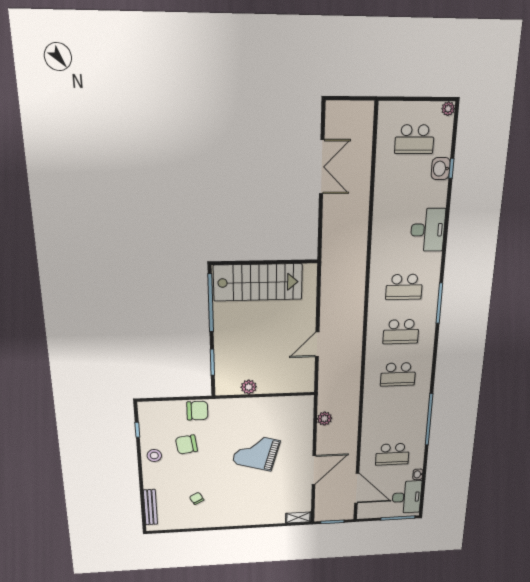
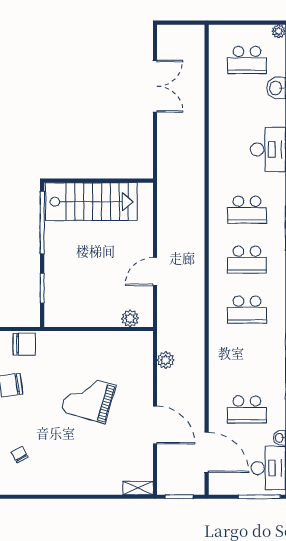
plant: (249, 387) -> (130, 318), moved
door: (314, 470) -> (155, 425), hinge flipped

